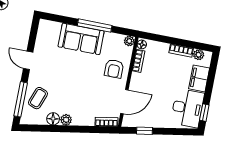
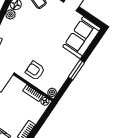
window: (95, 26) -> (76, 70), width x0.69
sofa: (81, 39) -> (82, 38), moved

